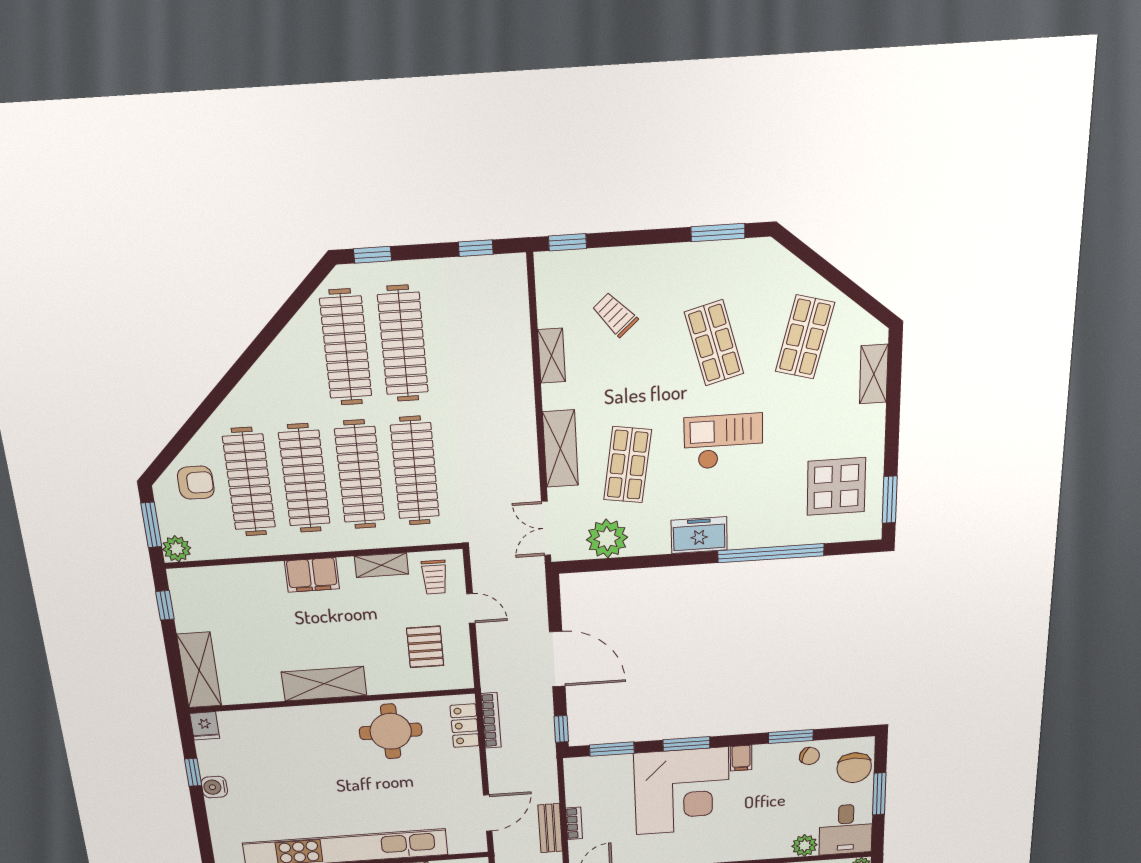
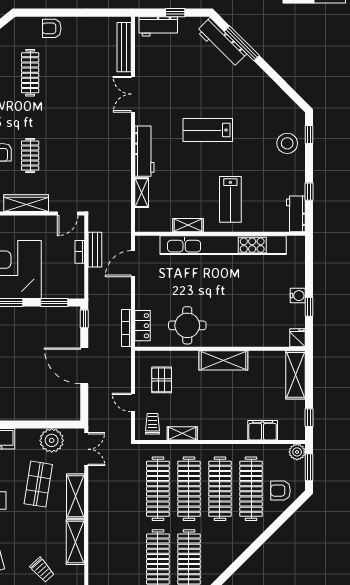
shelving: (552, 356) -> (75, 542), width x1.50, depth x1.33
filing cabinet: (312, 575) -> (263, 430), moved

